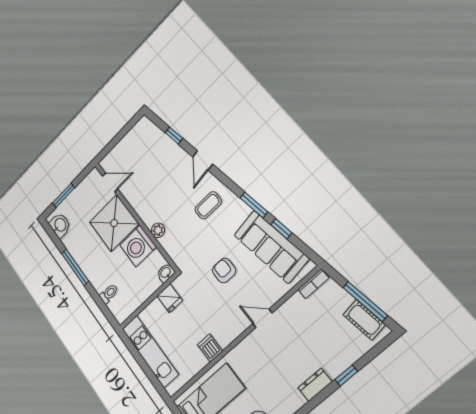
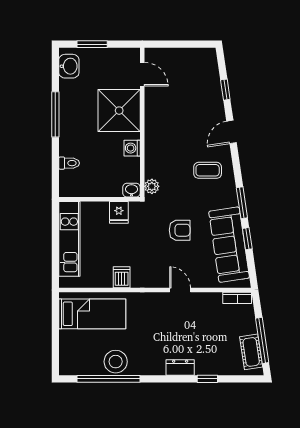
plant: (158, 230) -> (152, 186), moved
washing machine: (138, 246) -> (132, 148), width x0.53, depth x0.53
armchair: (224, 270) -> (180, 230), turned 90

